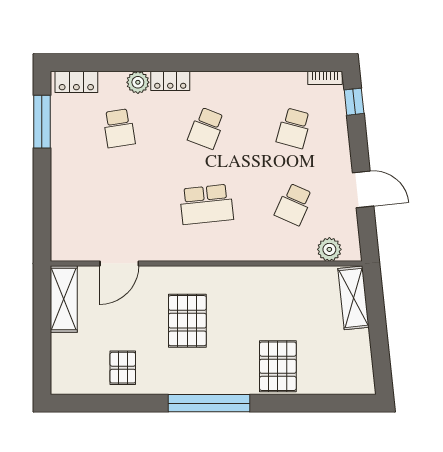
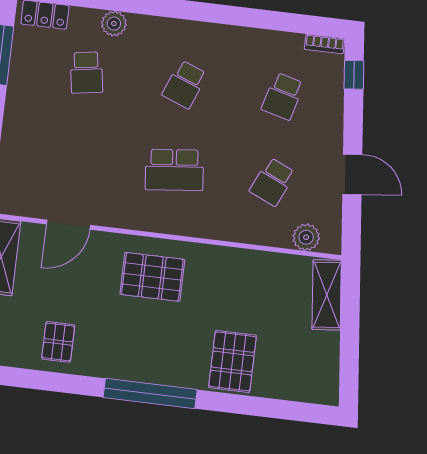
locker: (170, 81) -> (150, 26), removed
pallet: (187, 321) -> (152, 277), moved, turned 90

